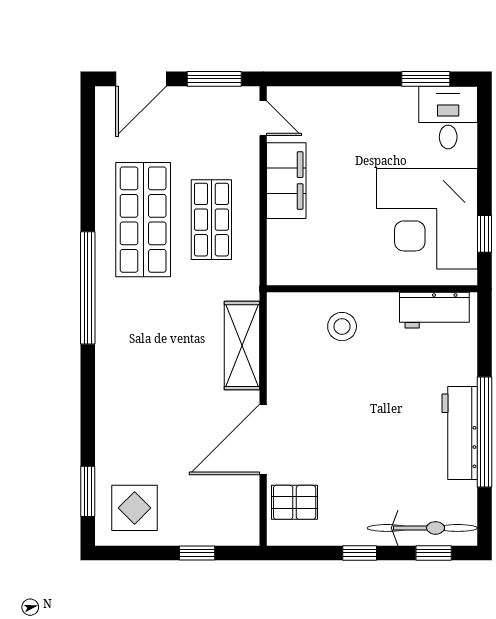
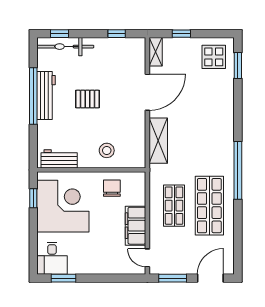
chair: (332, 253) -> (112, 188), added
pallet: (295, 502) -> (87, 99), moved
shelving: (247, 518) -> (156, 52), added
window: (360, 553) -> (117, 34), moved

